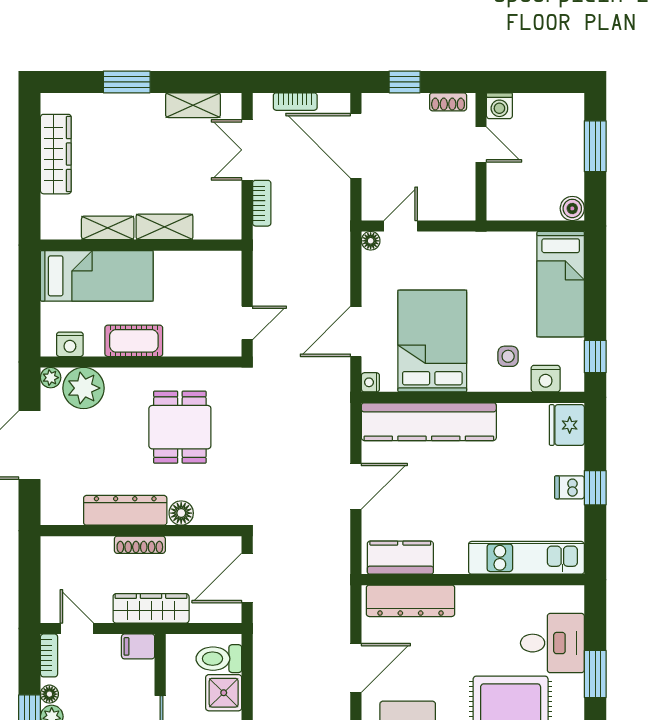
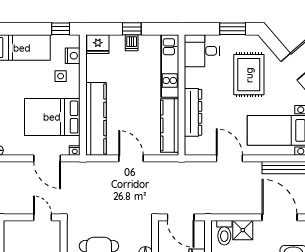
kitchen counter: (400, 558) -> (170, 125), width x1.50
dresser: (411, 601) -> (193, 112), moved
desk: (552, 643) -> (202, 51), moved, turned -90

